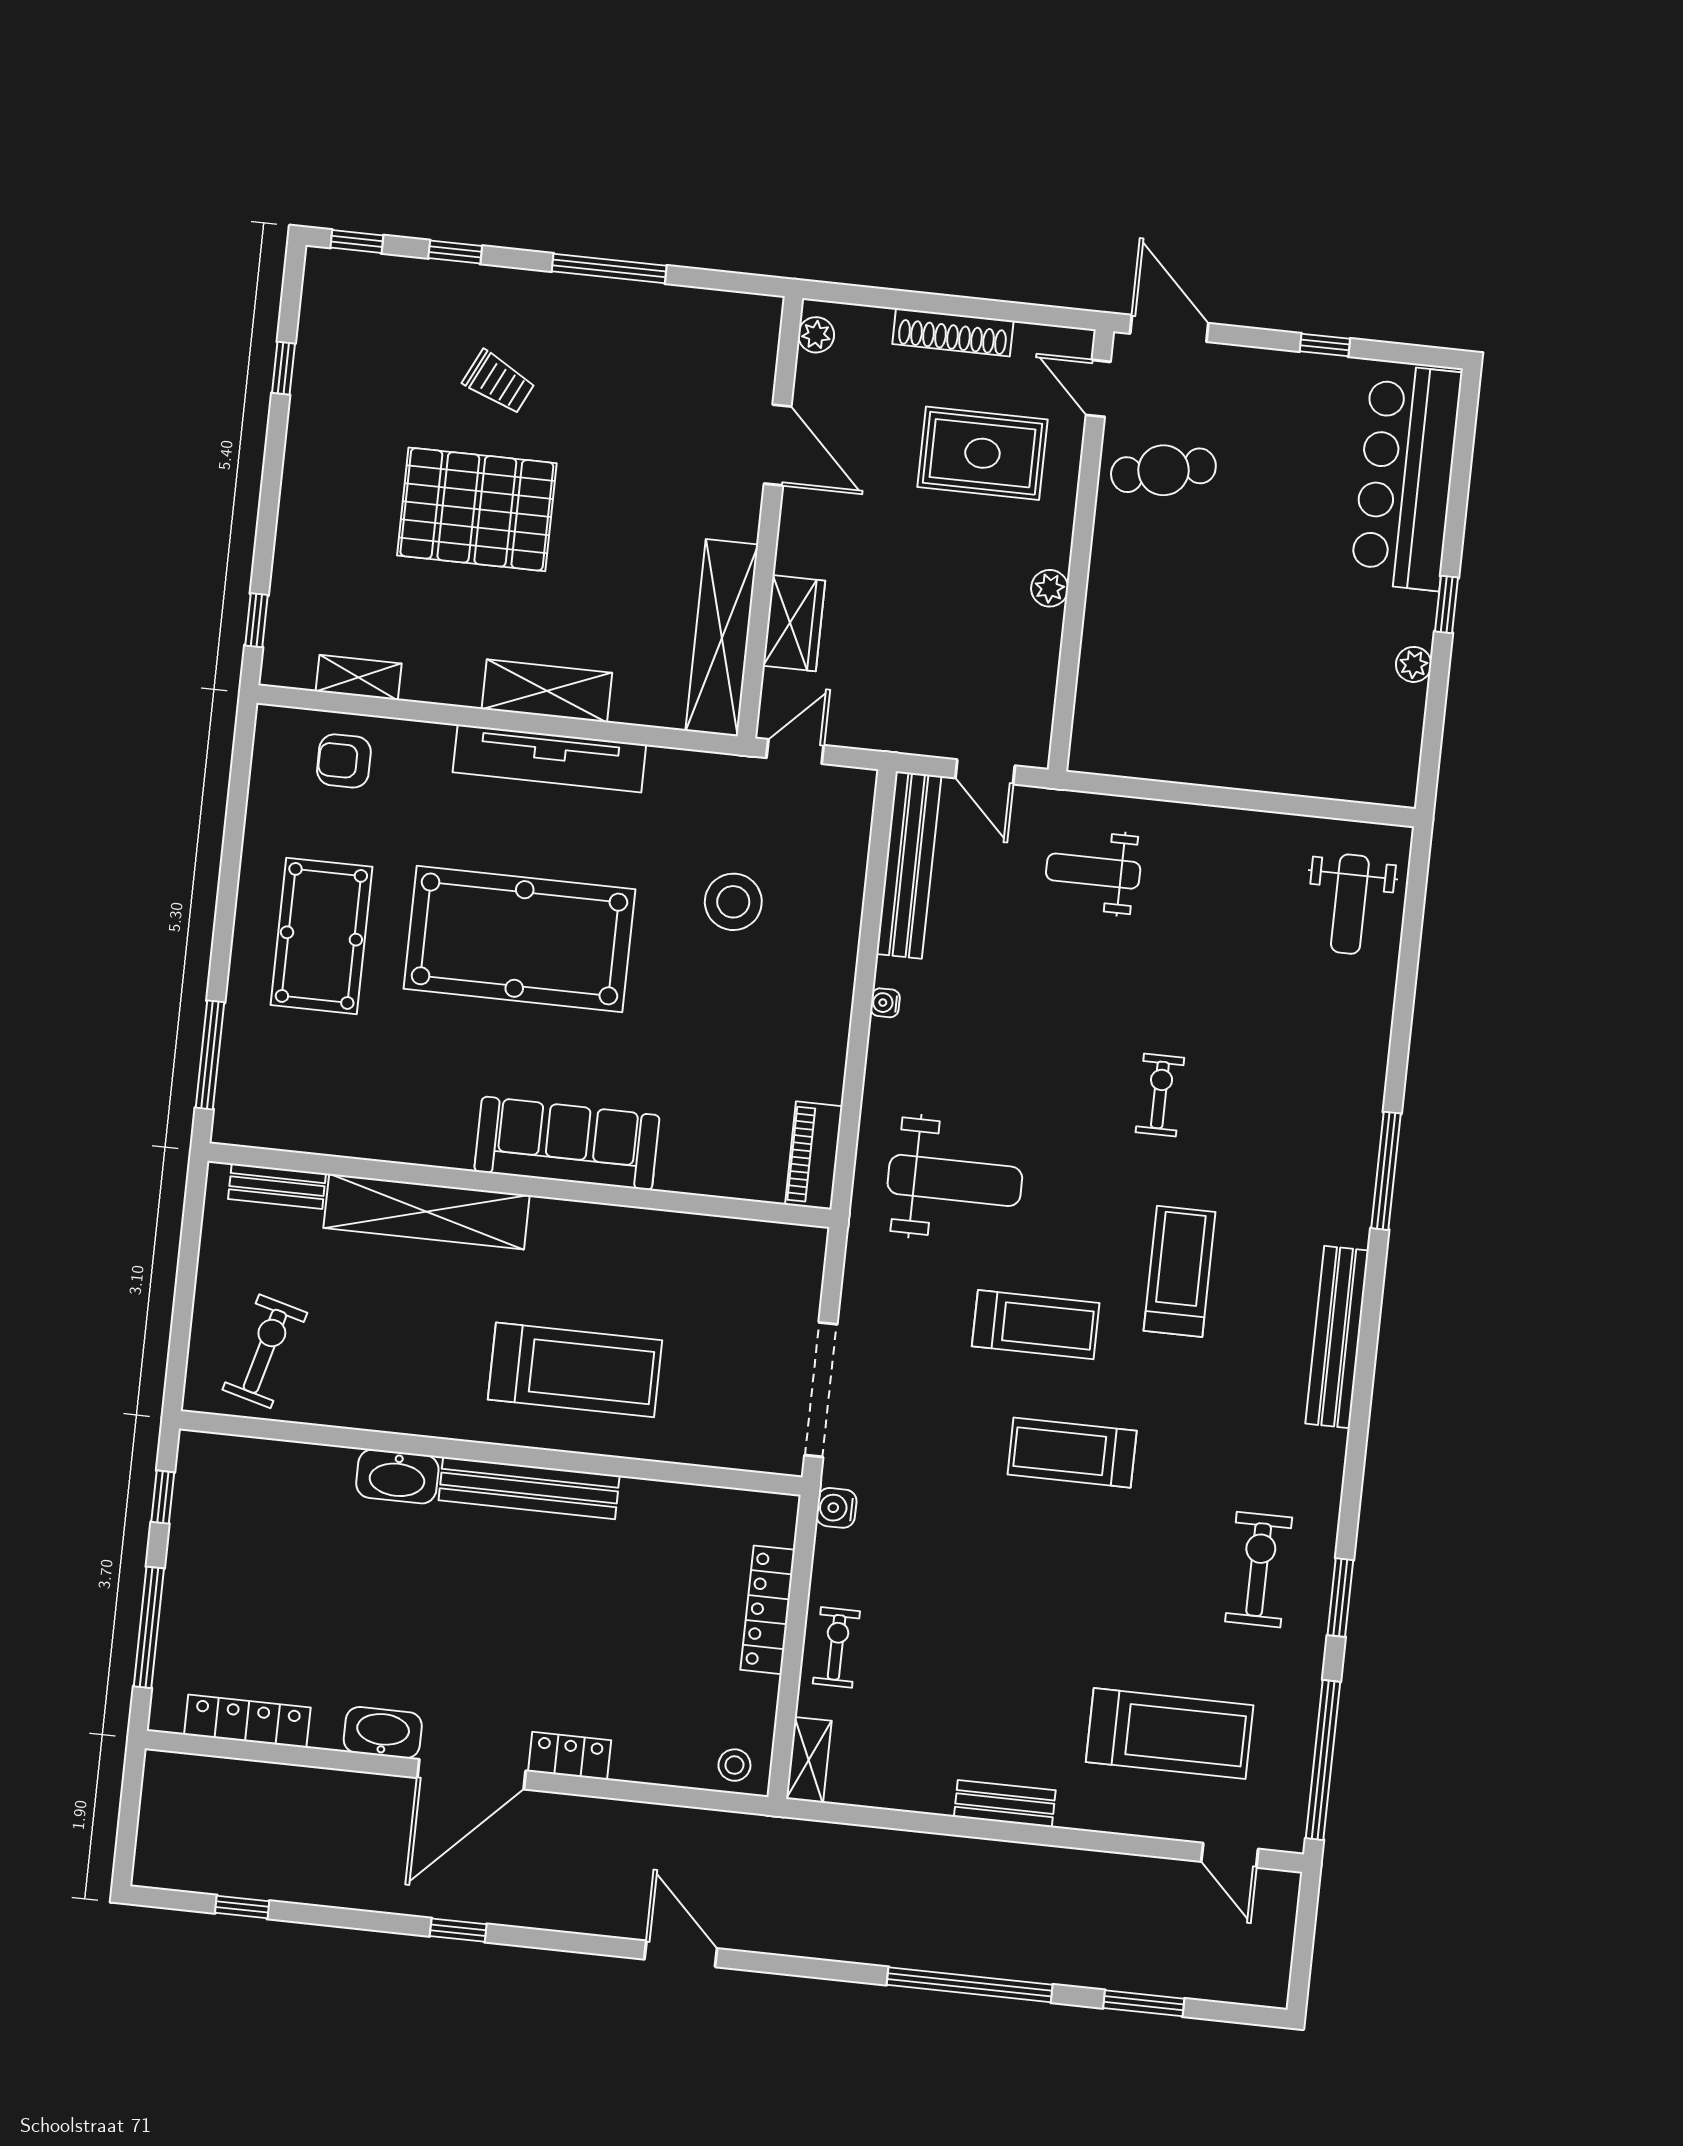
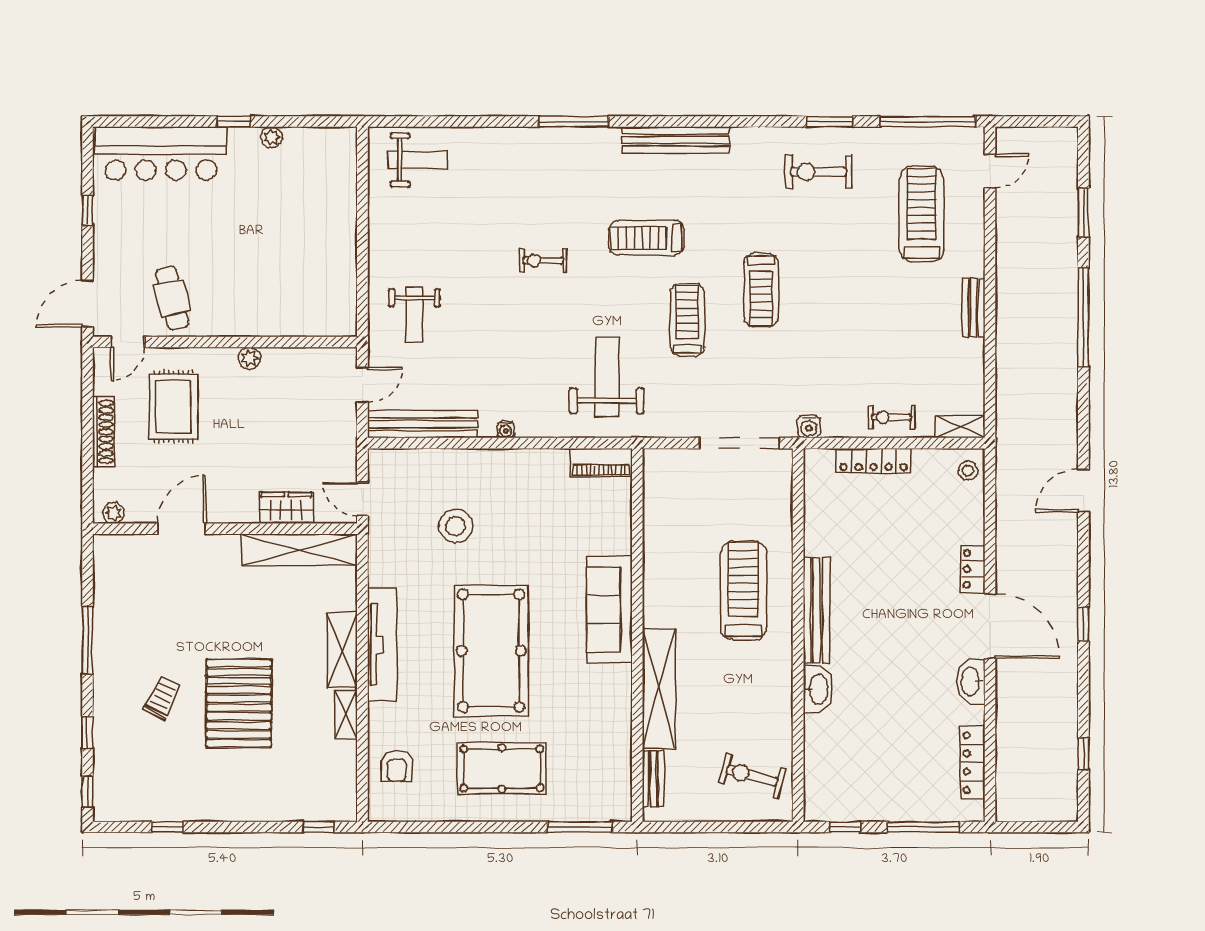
shelving: (359, 677) -> (346, 714), moved

